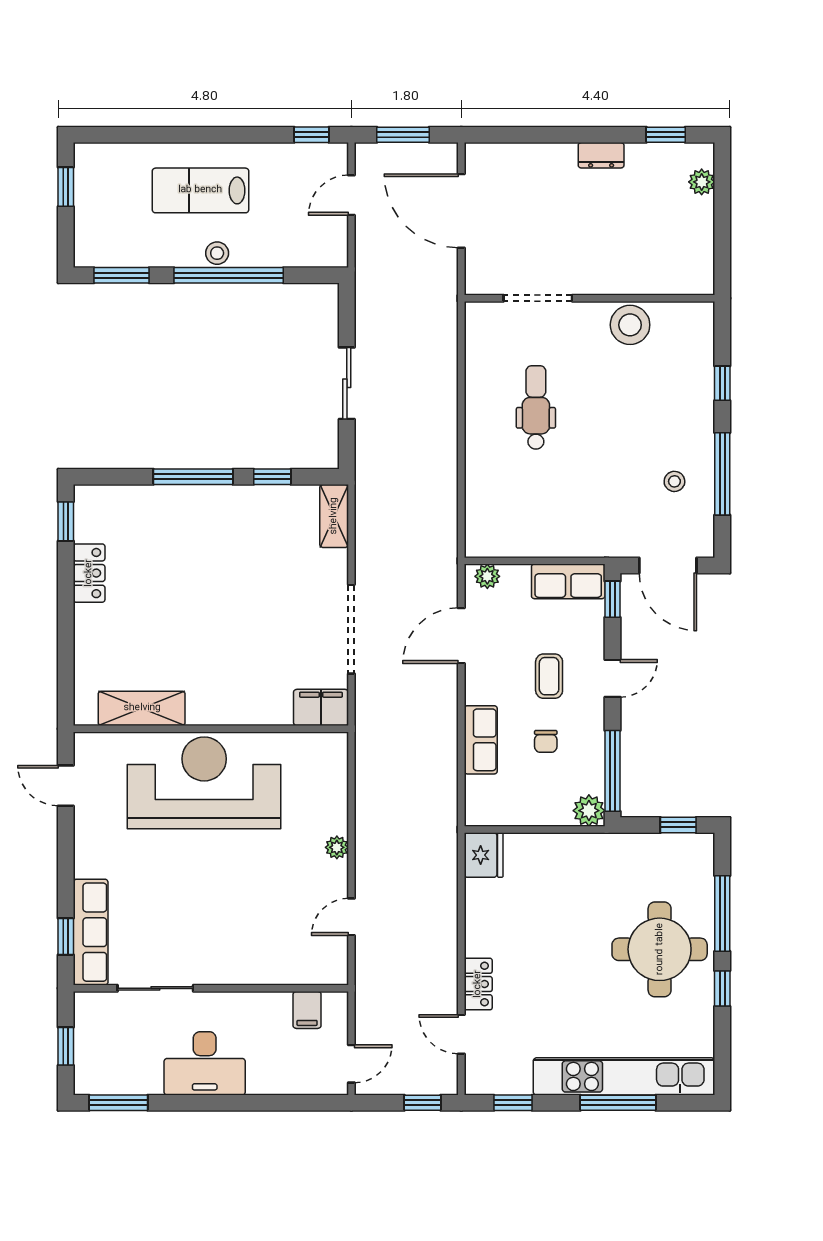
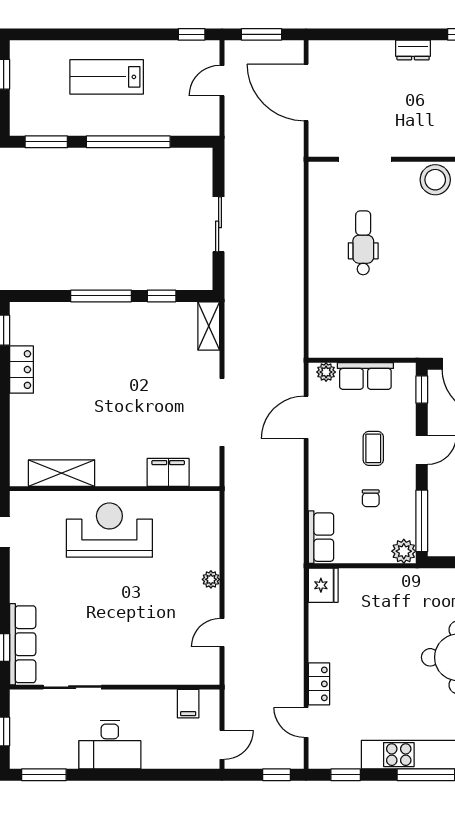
stool: (217, 253) -> (119, 125), removed
row of seats: (568, 581) -> (365, 376), moved
filing cabinet: (321, 707) -> (168, 472), moved
row of seats: (481, 740) -> (321, 537), moved
reception desk: (204, 783) -> (109, 530), width x0.74, depth x0.77

